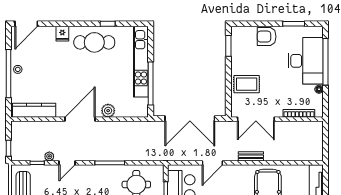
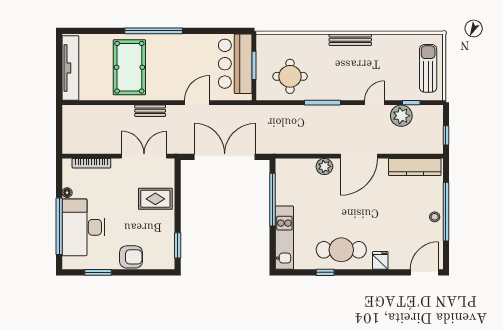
kitchen unit: (141, 62) -> (284, 238), width x0.73
window: (9, 148) -> (446, 135), moved
plant: (49, 156) -> (401, 116), width x1.87, depth x1.87

